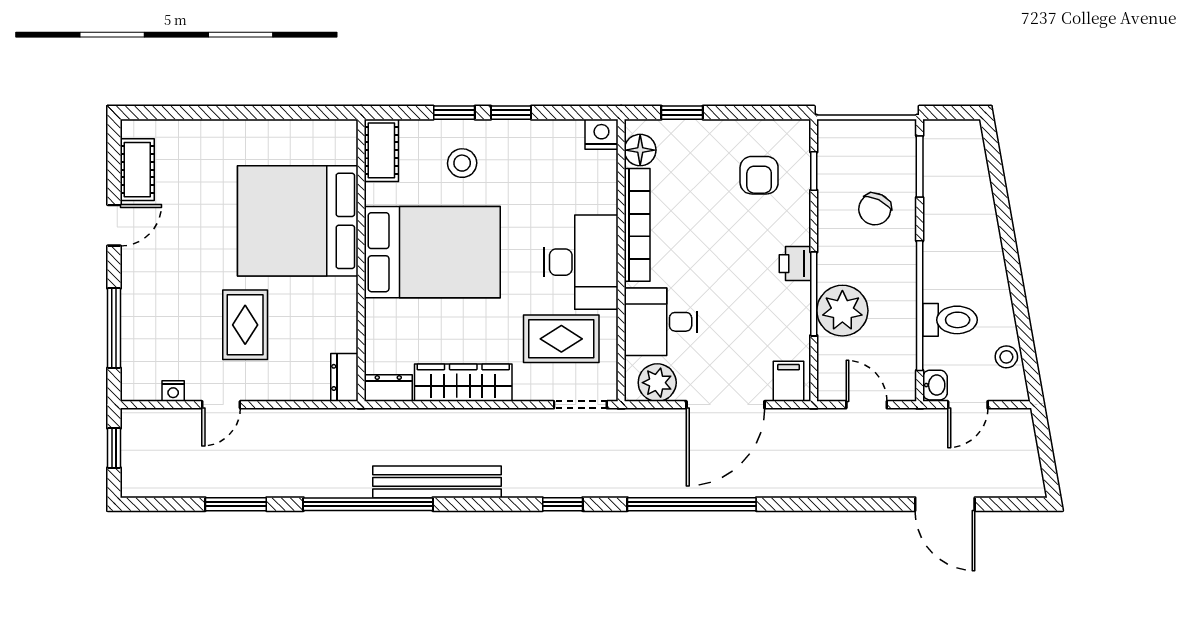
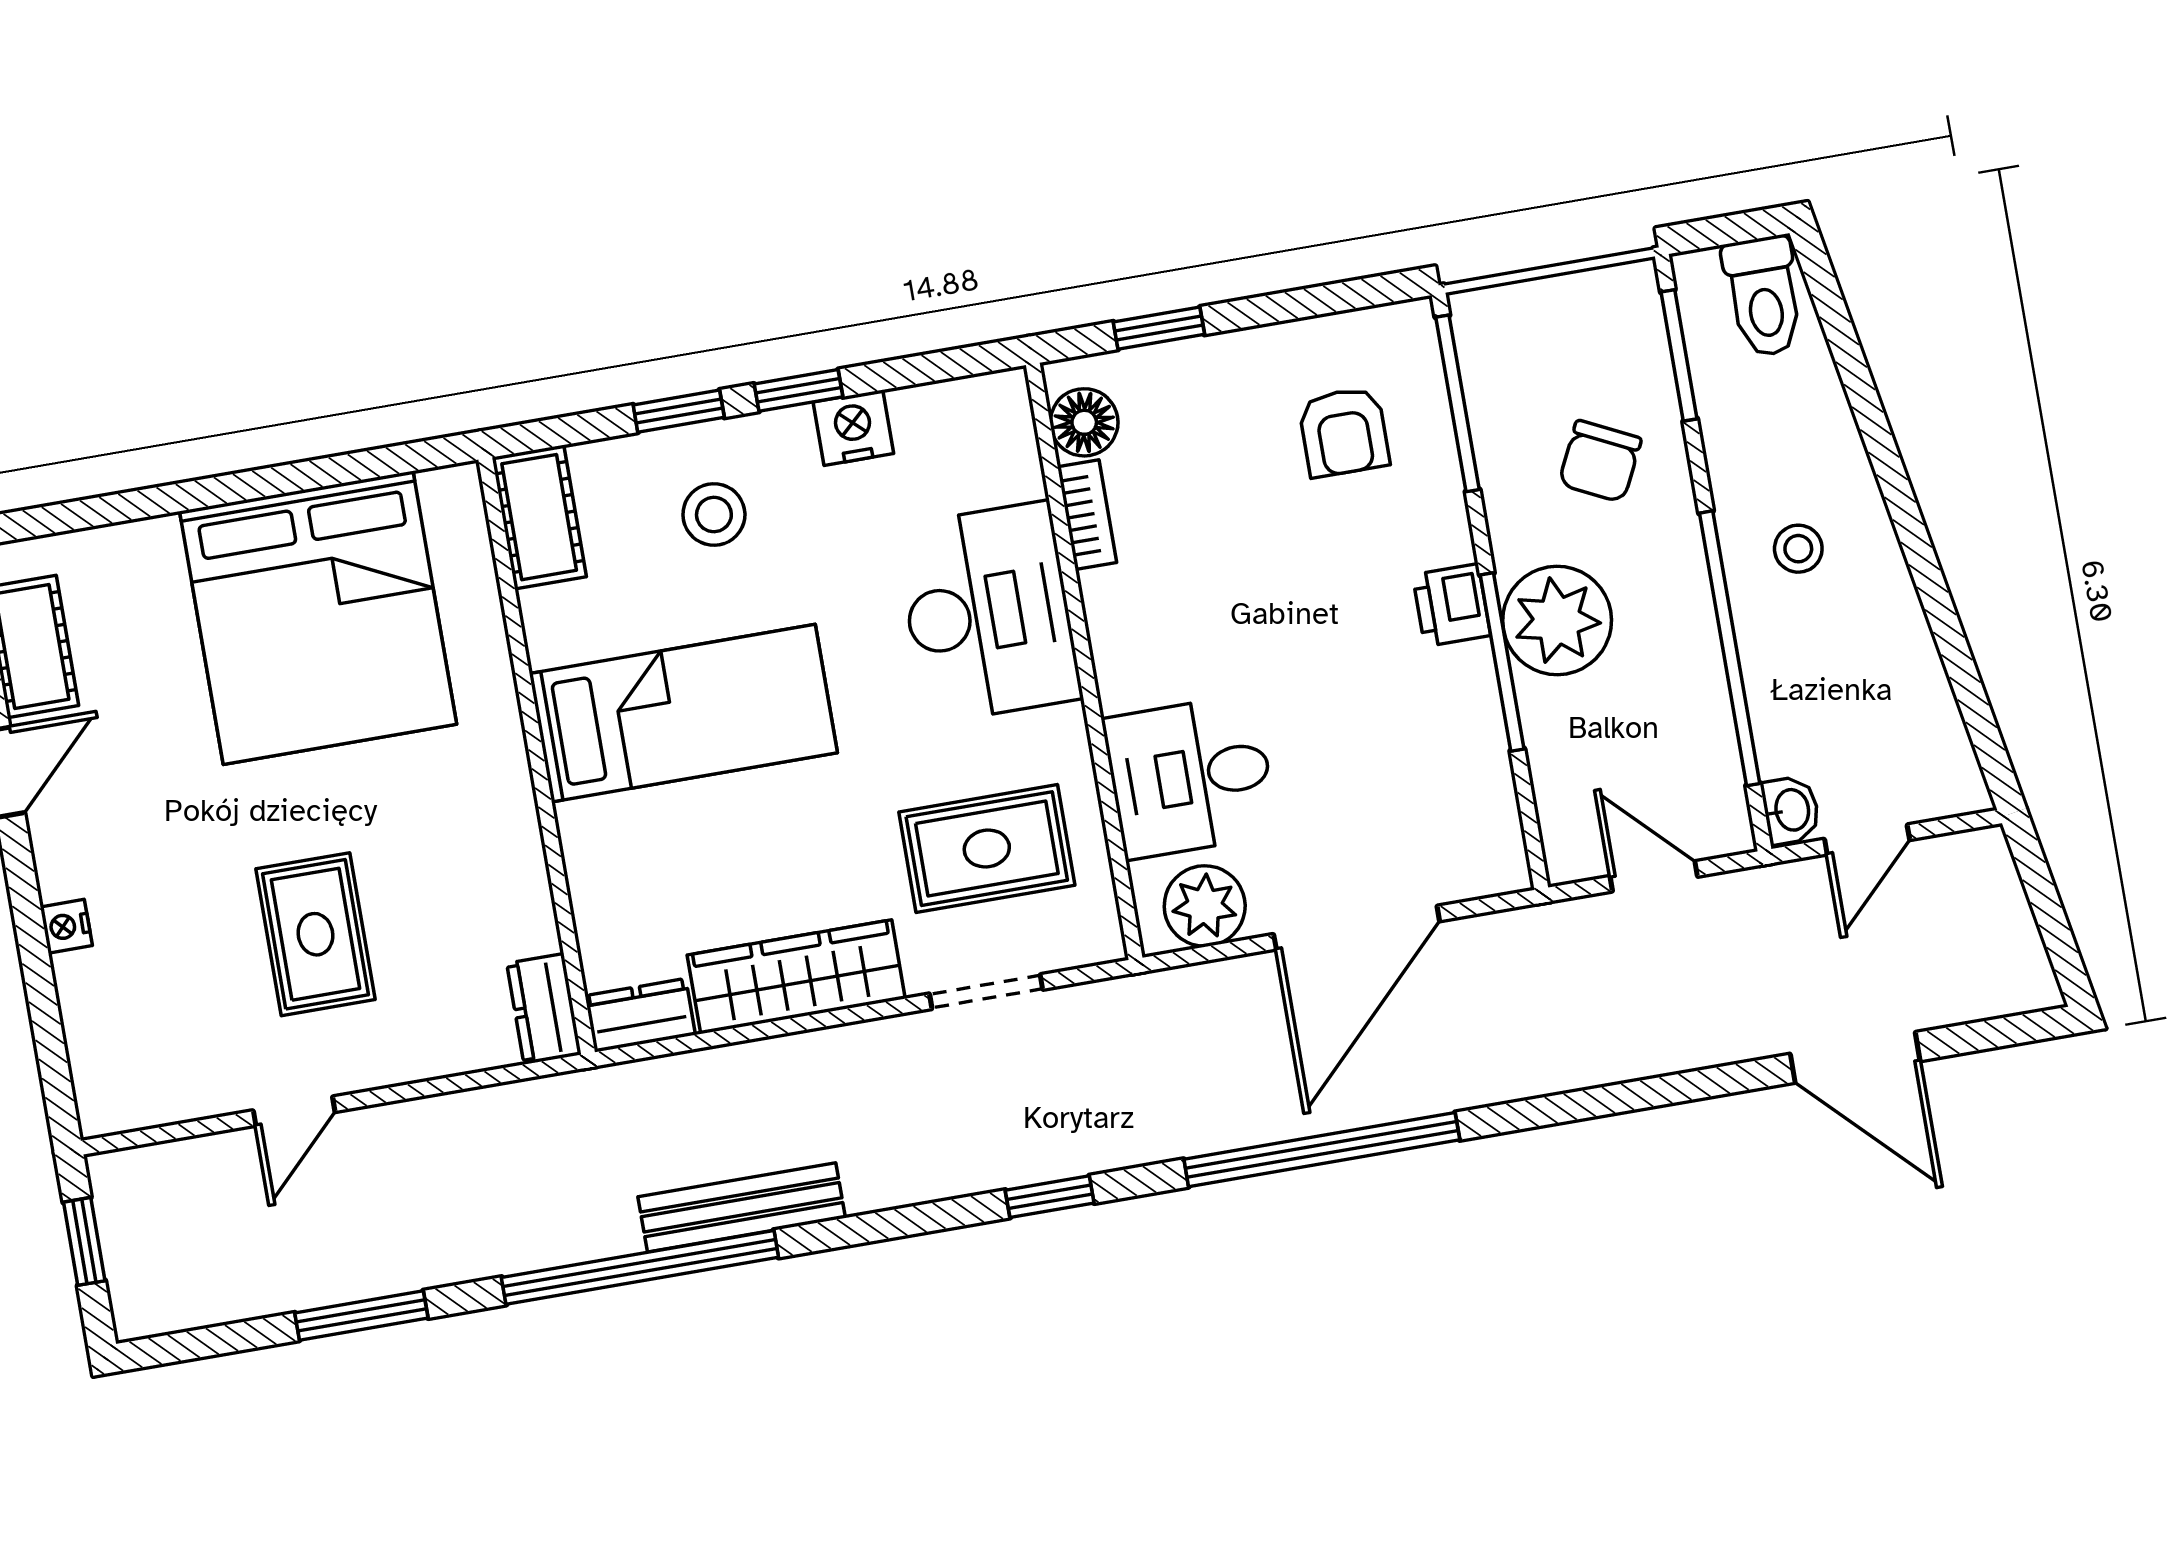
nightstand: (601, 134) -> (853, 428), moved
window: (814, 171) -> (1457, 403), width x2.17
bed: (298, 221) -> (318, 618), moved, turned -90
bookcase: (637, 225) -> (1087, 515), width x0.43, depth x0.76
bed: (432, 252) -> (683, 713), width x0.67
desk: (581, 262) -> (988, 612), moved
plant: (842, 311) -> (1557, 620), moved
toilet: (950, 320) -> (1764, 296), moved, turned 90
window: (114, 328) -> (41, 989), removed
stool: (1006, 357) -> (1798, 549), moved
filing cabinet: (788, 381) -> (1481, 855), removed
nightstand: (173, 391) -> (66, 926), moved, turned 90
doorway: (580, 405) -> (986, 992), moved
bench: (437, 482) -> (742, 1207), width x0.73, depth x0.82

